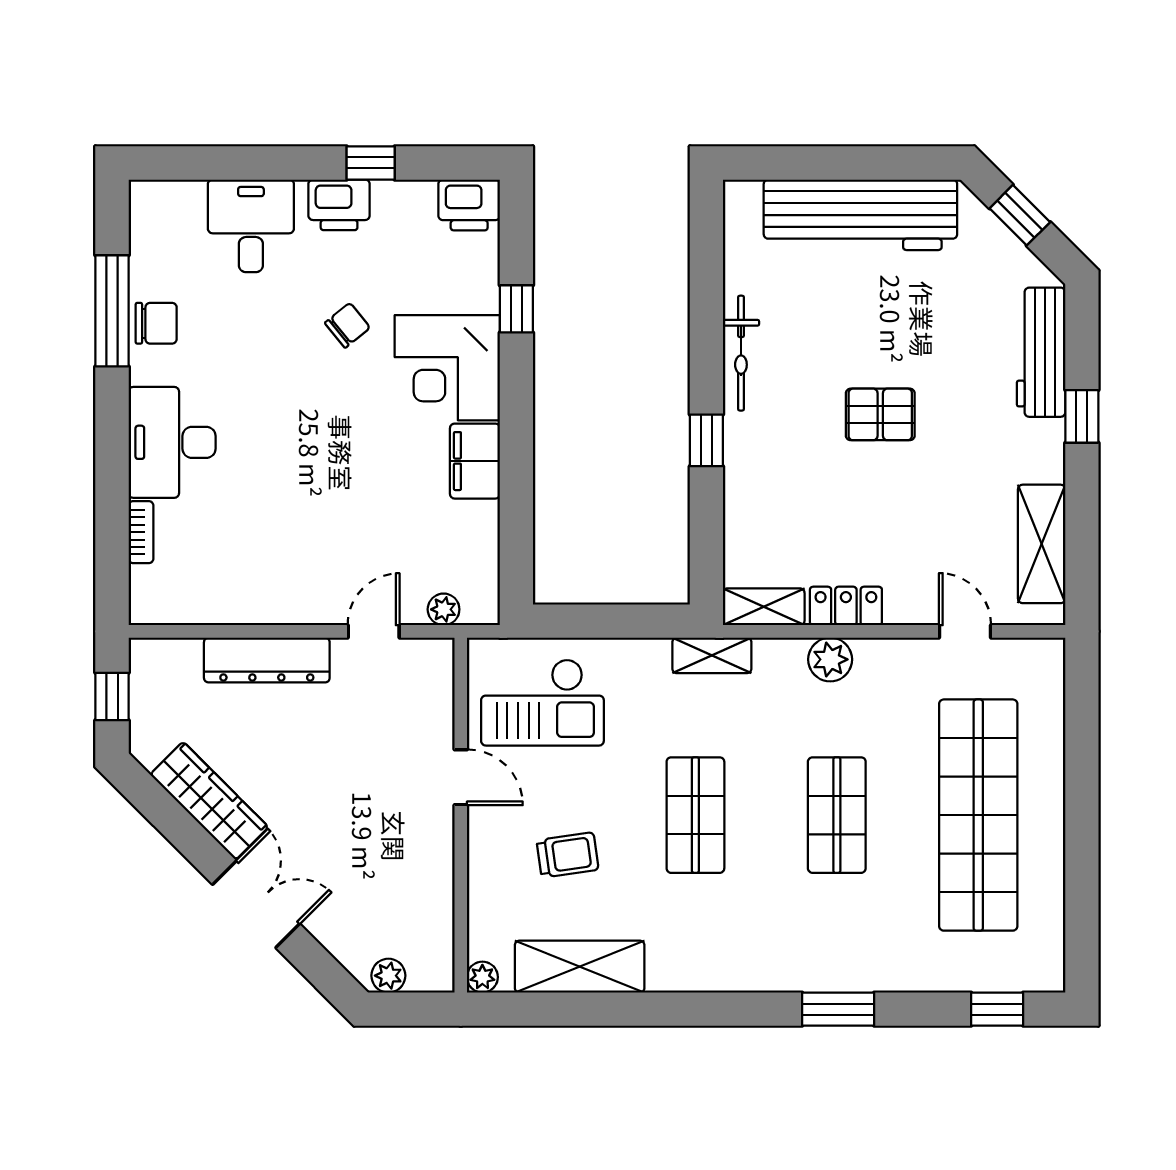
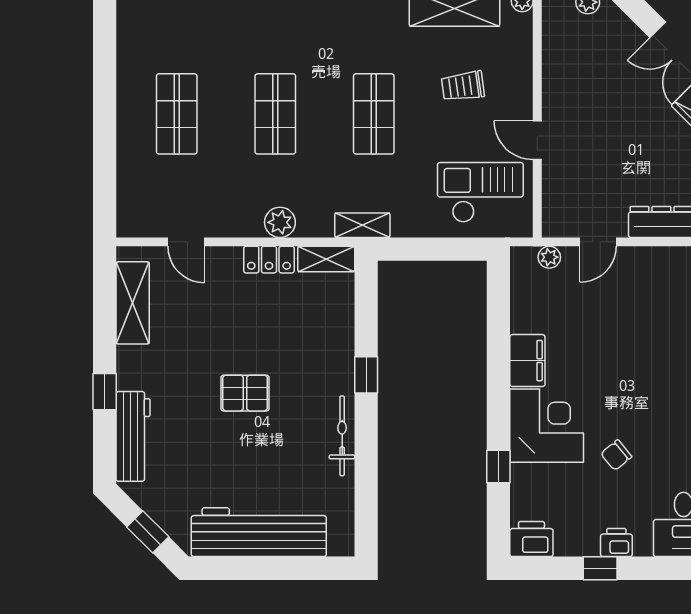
printer: (339, 205) -> (616, 543), width x0.73, depth x0.81
shop shelf: (978, 815) -> (177, 114), width x0.50, depth x0.74

